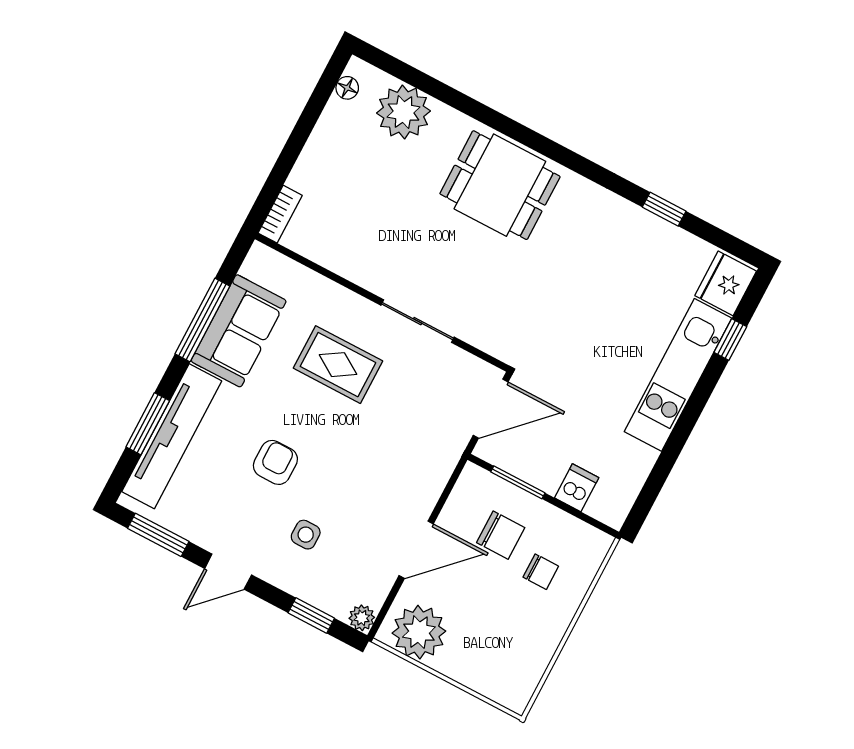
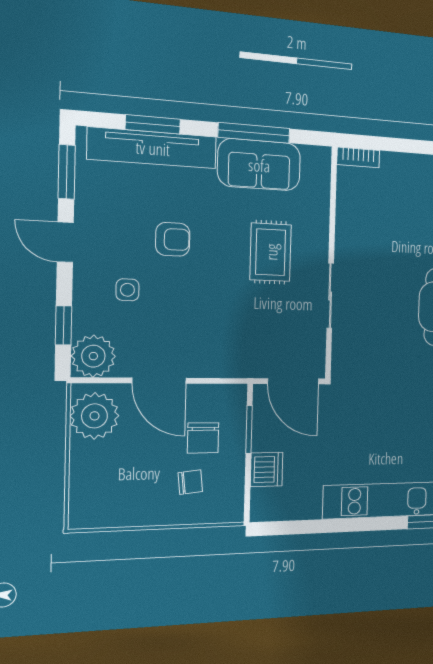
dishwasher: (577, 488) -> (267, 469), width x1.38
chair: (541, 572) -> (190, 482), turned -96
plant: (362, 618) -> (93, 356), width x1.88, depth x1.88

